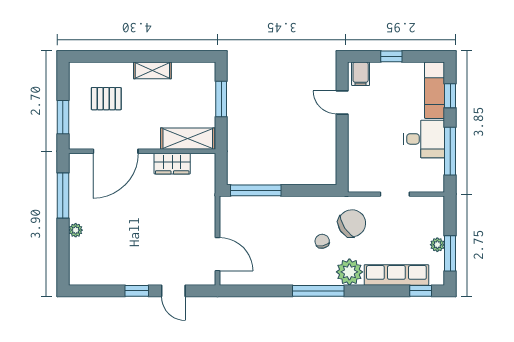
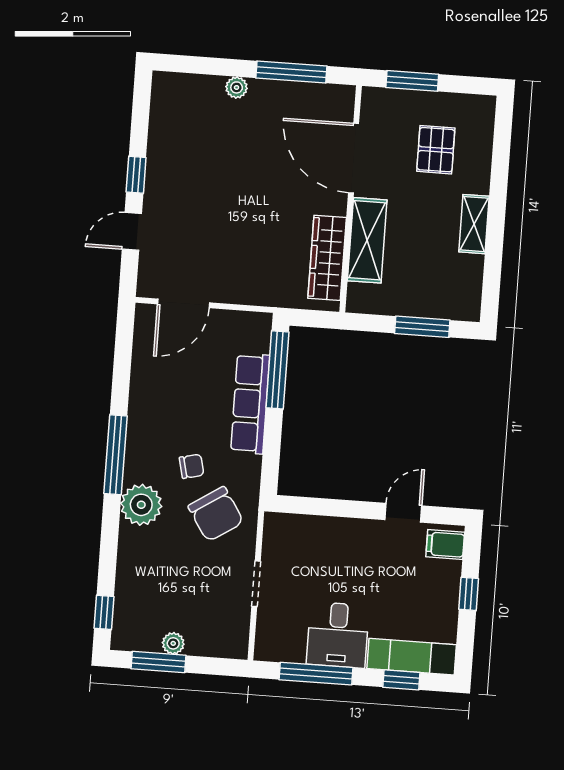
shelving: (188, 139) -> (367, 240), moved
wardrobe: (172, 164) -> (327, 258), width x1.50
row of seats: (396, 275) -> (250, 404), moved, turned 180

